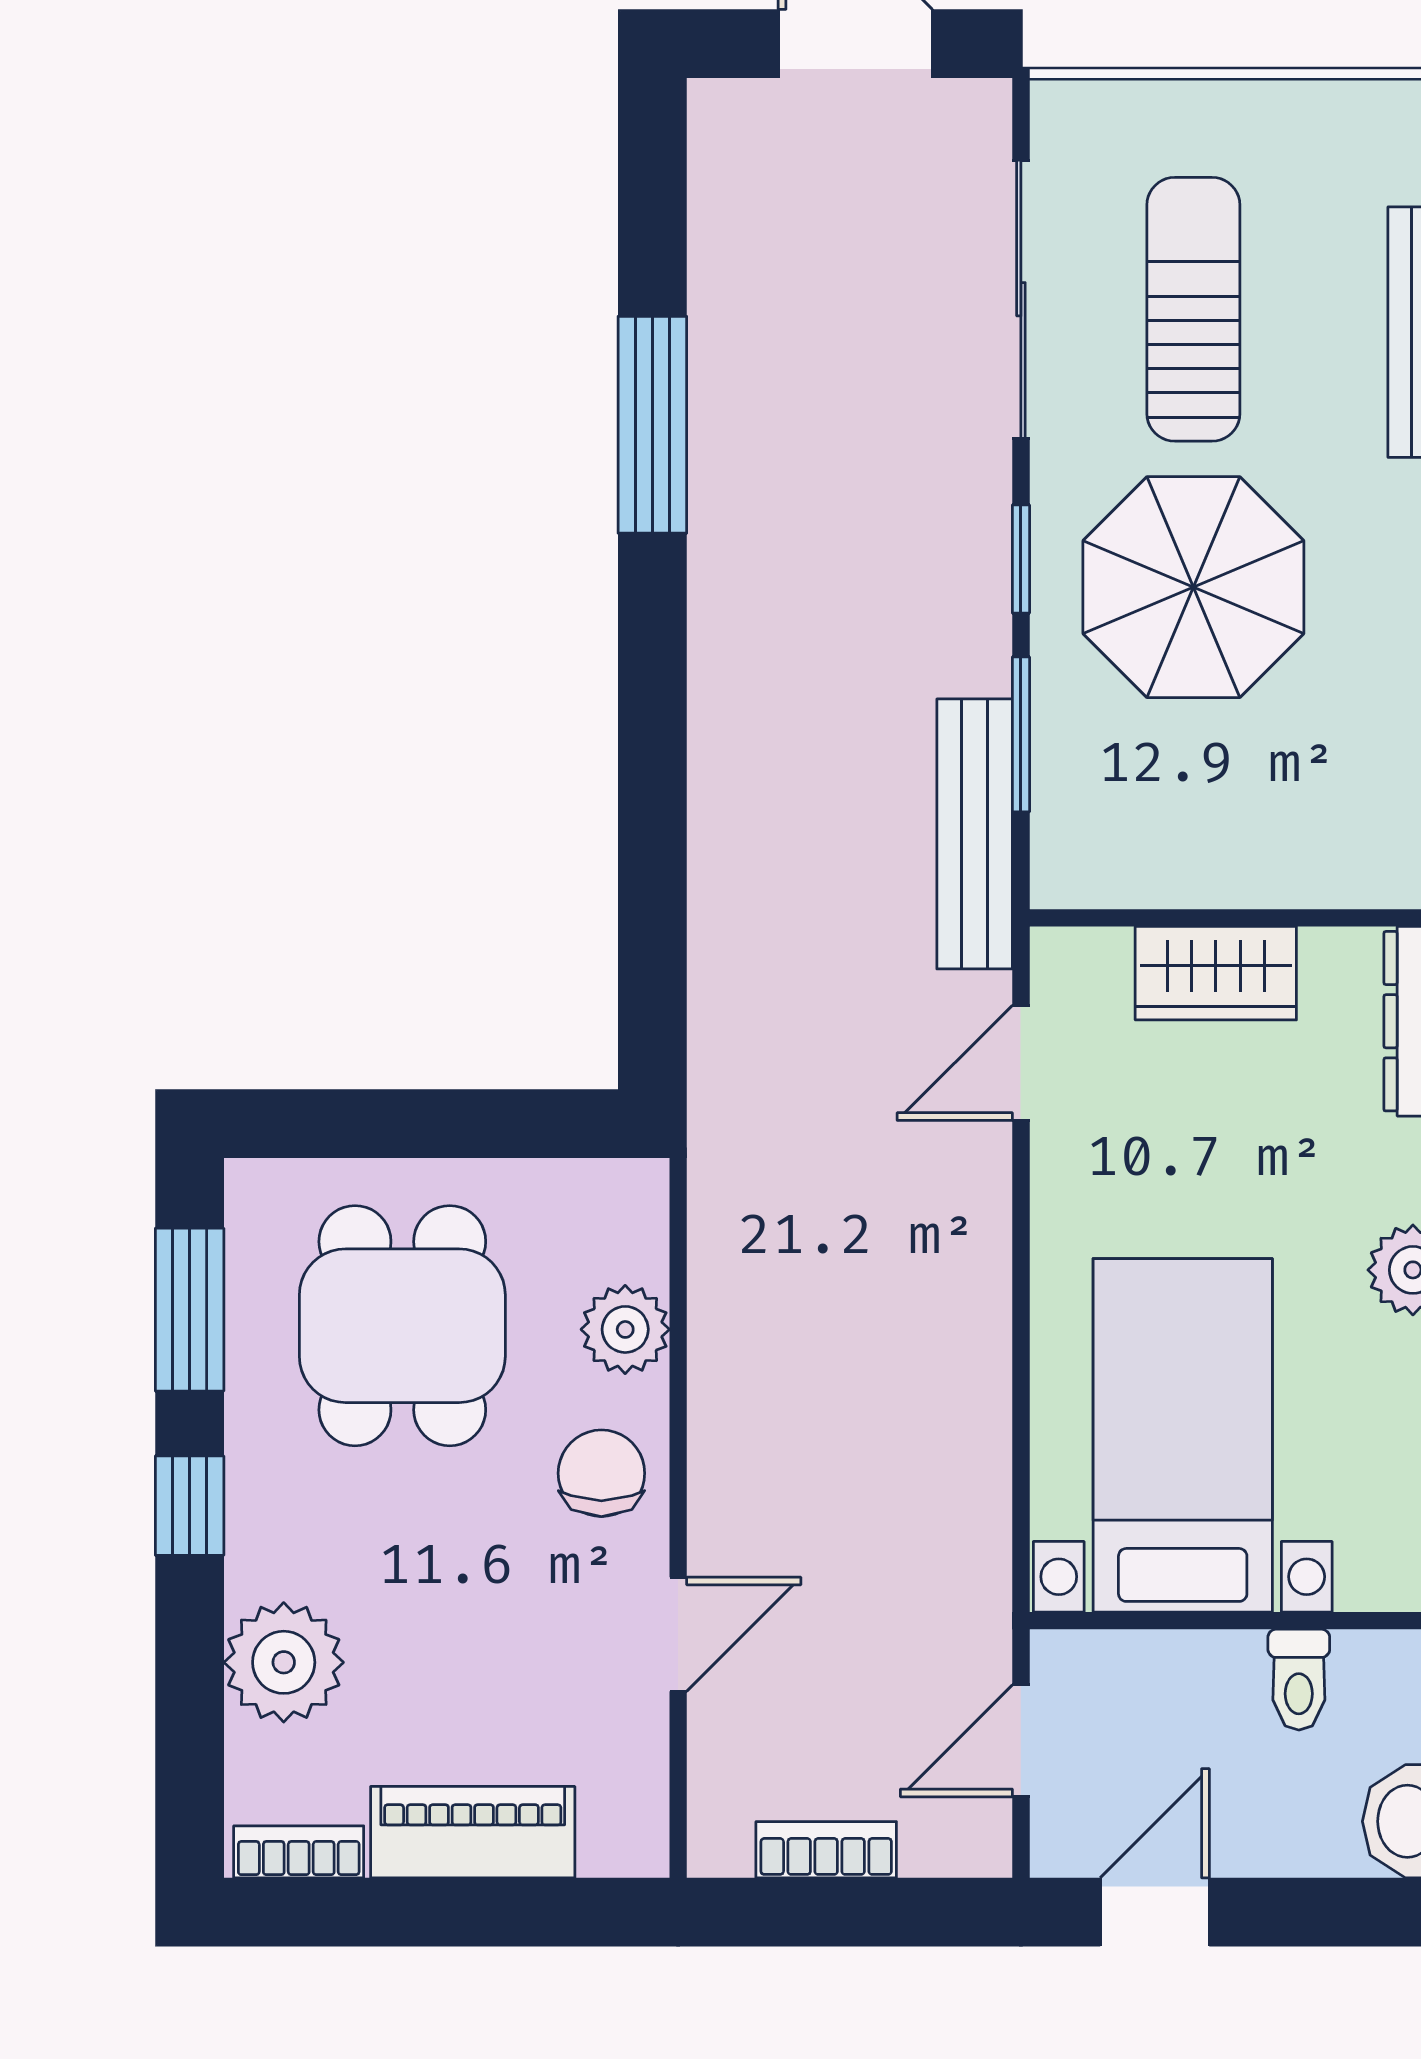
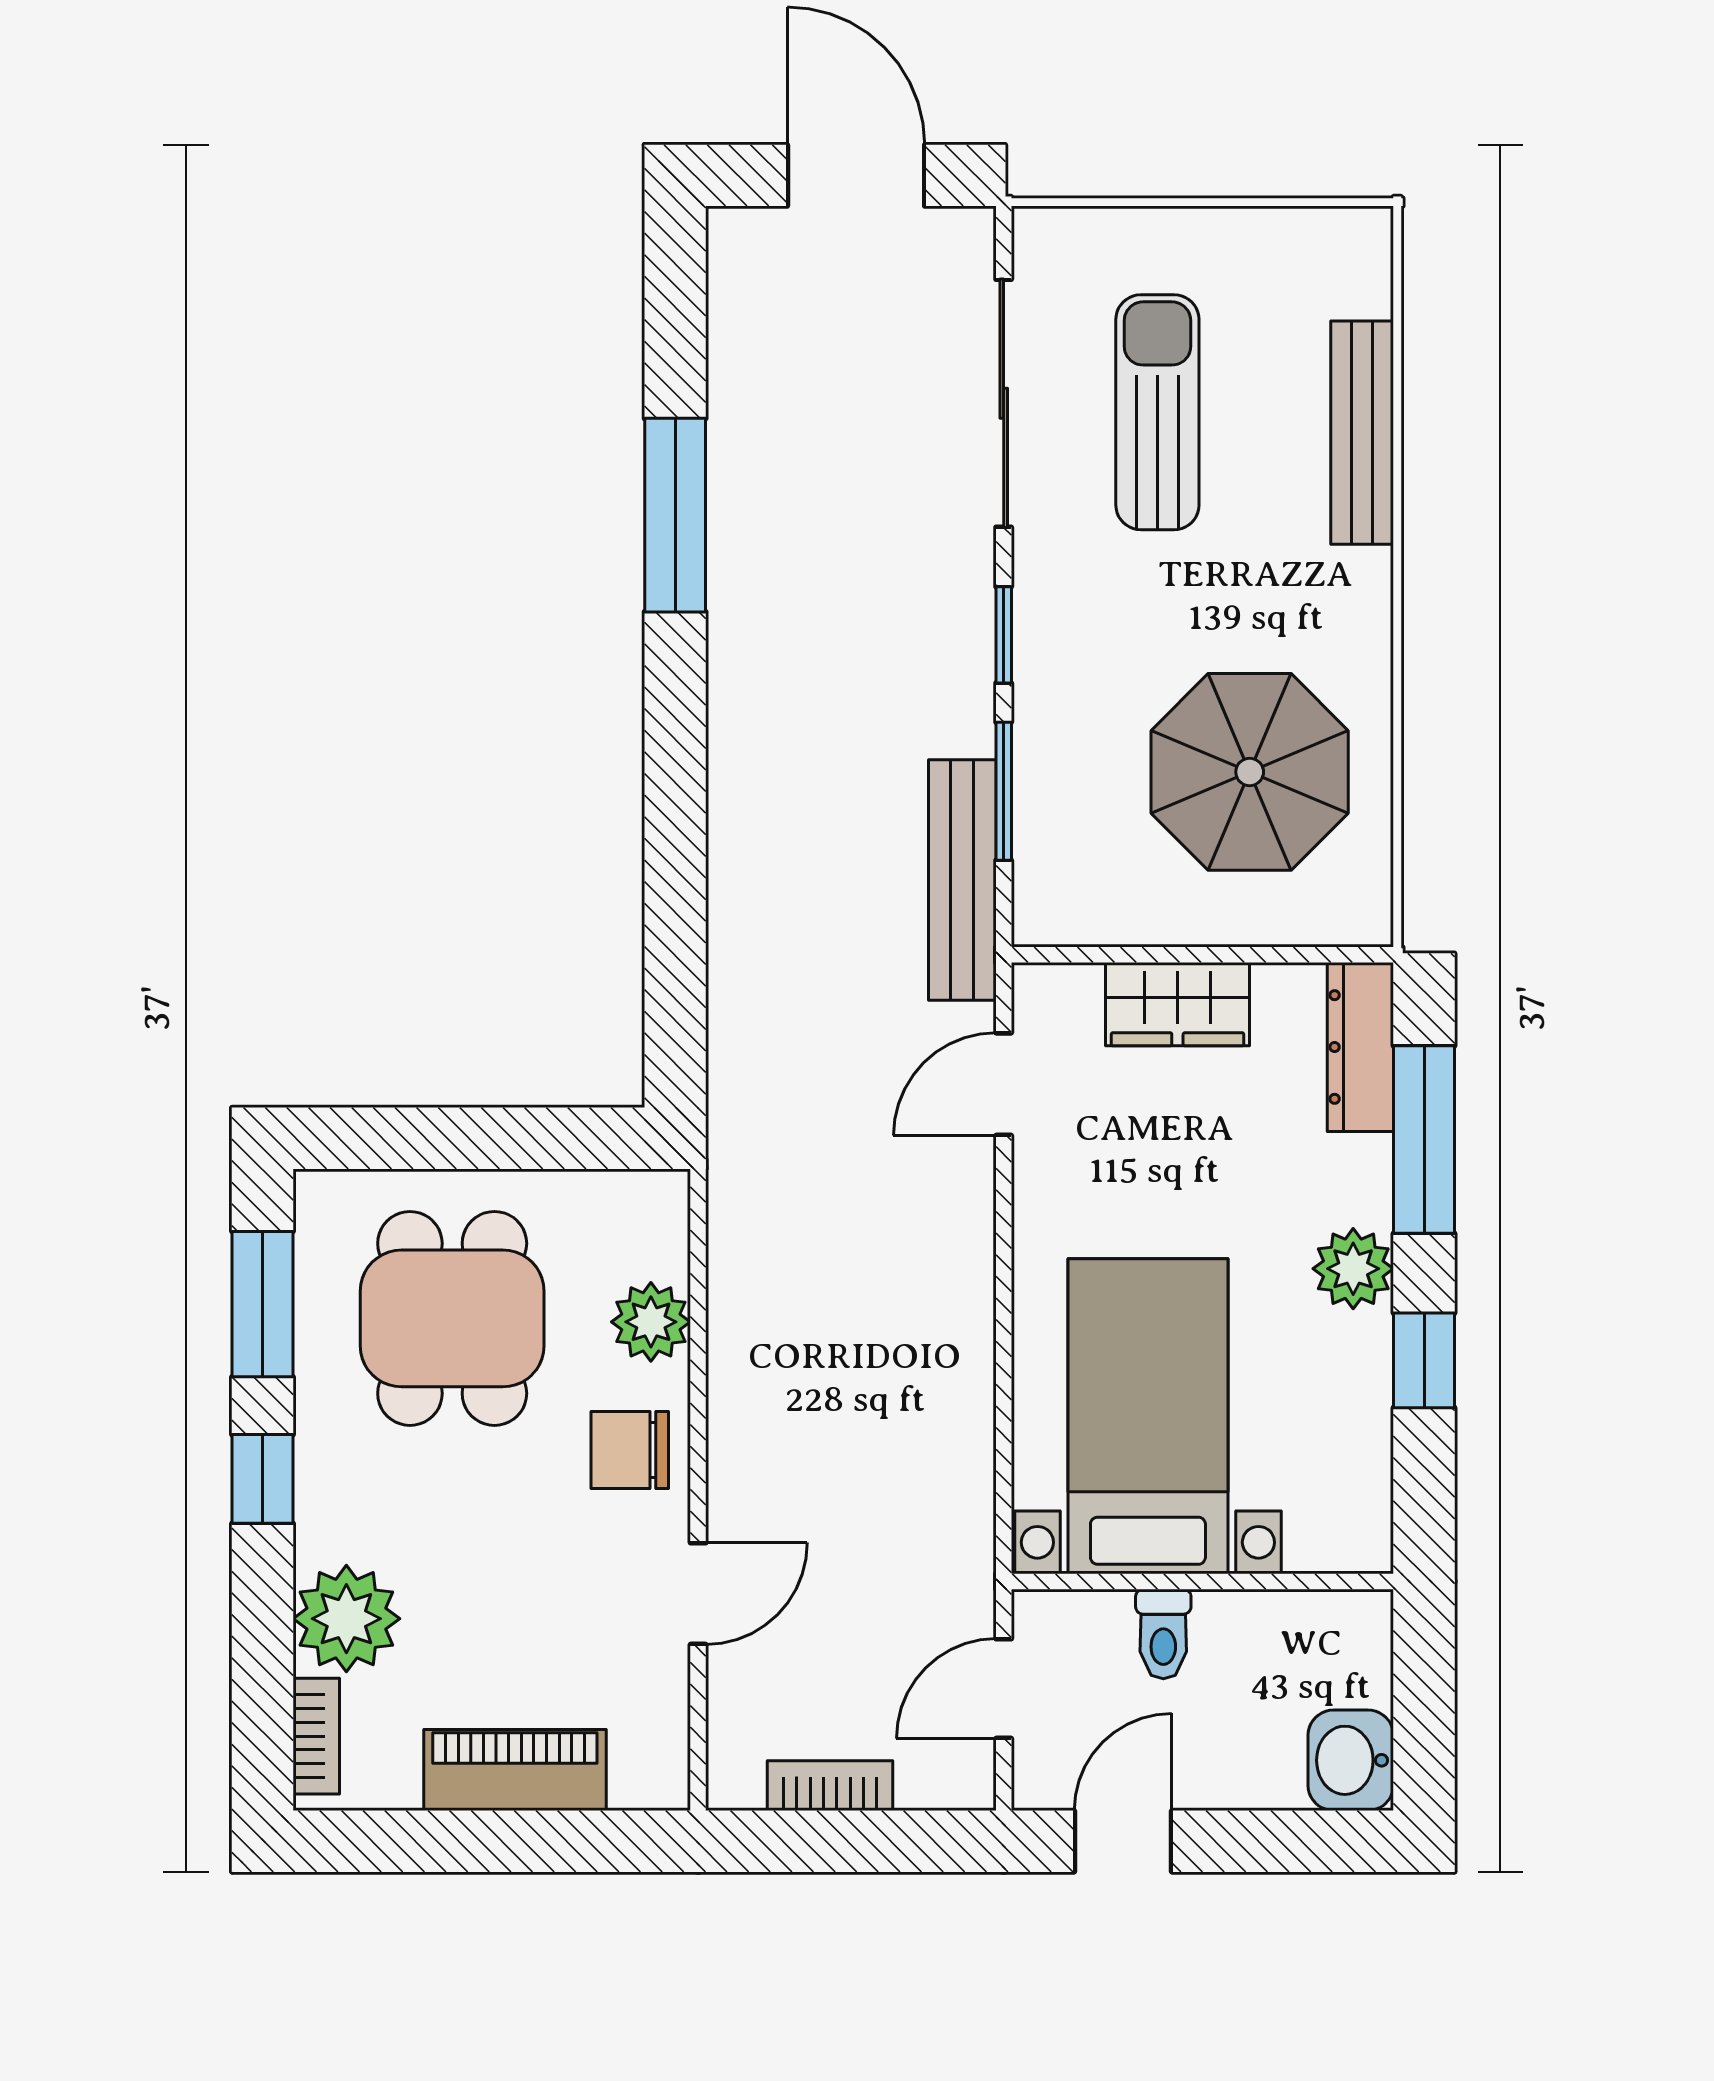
parasol: (1193, 587) -> (1250, 772), moved
chair: (601, 1473) -> (630, 1450), turned -90
toilet: (1299, 1680) -> (1163, 1634), moved
bookcase: (299, 1852) -> (316, 1736), moved, turned 90

